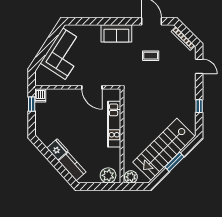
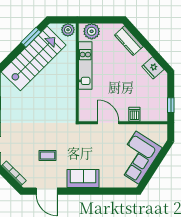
dishwasher: (40, 95) -> (134, 114), moved
kitchen unit: (114, 124) -> (85, 66), moved
fridge: (57, 149) -> (153, 68), moved
window: (174, 162) -> (31, 37), moved

